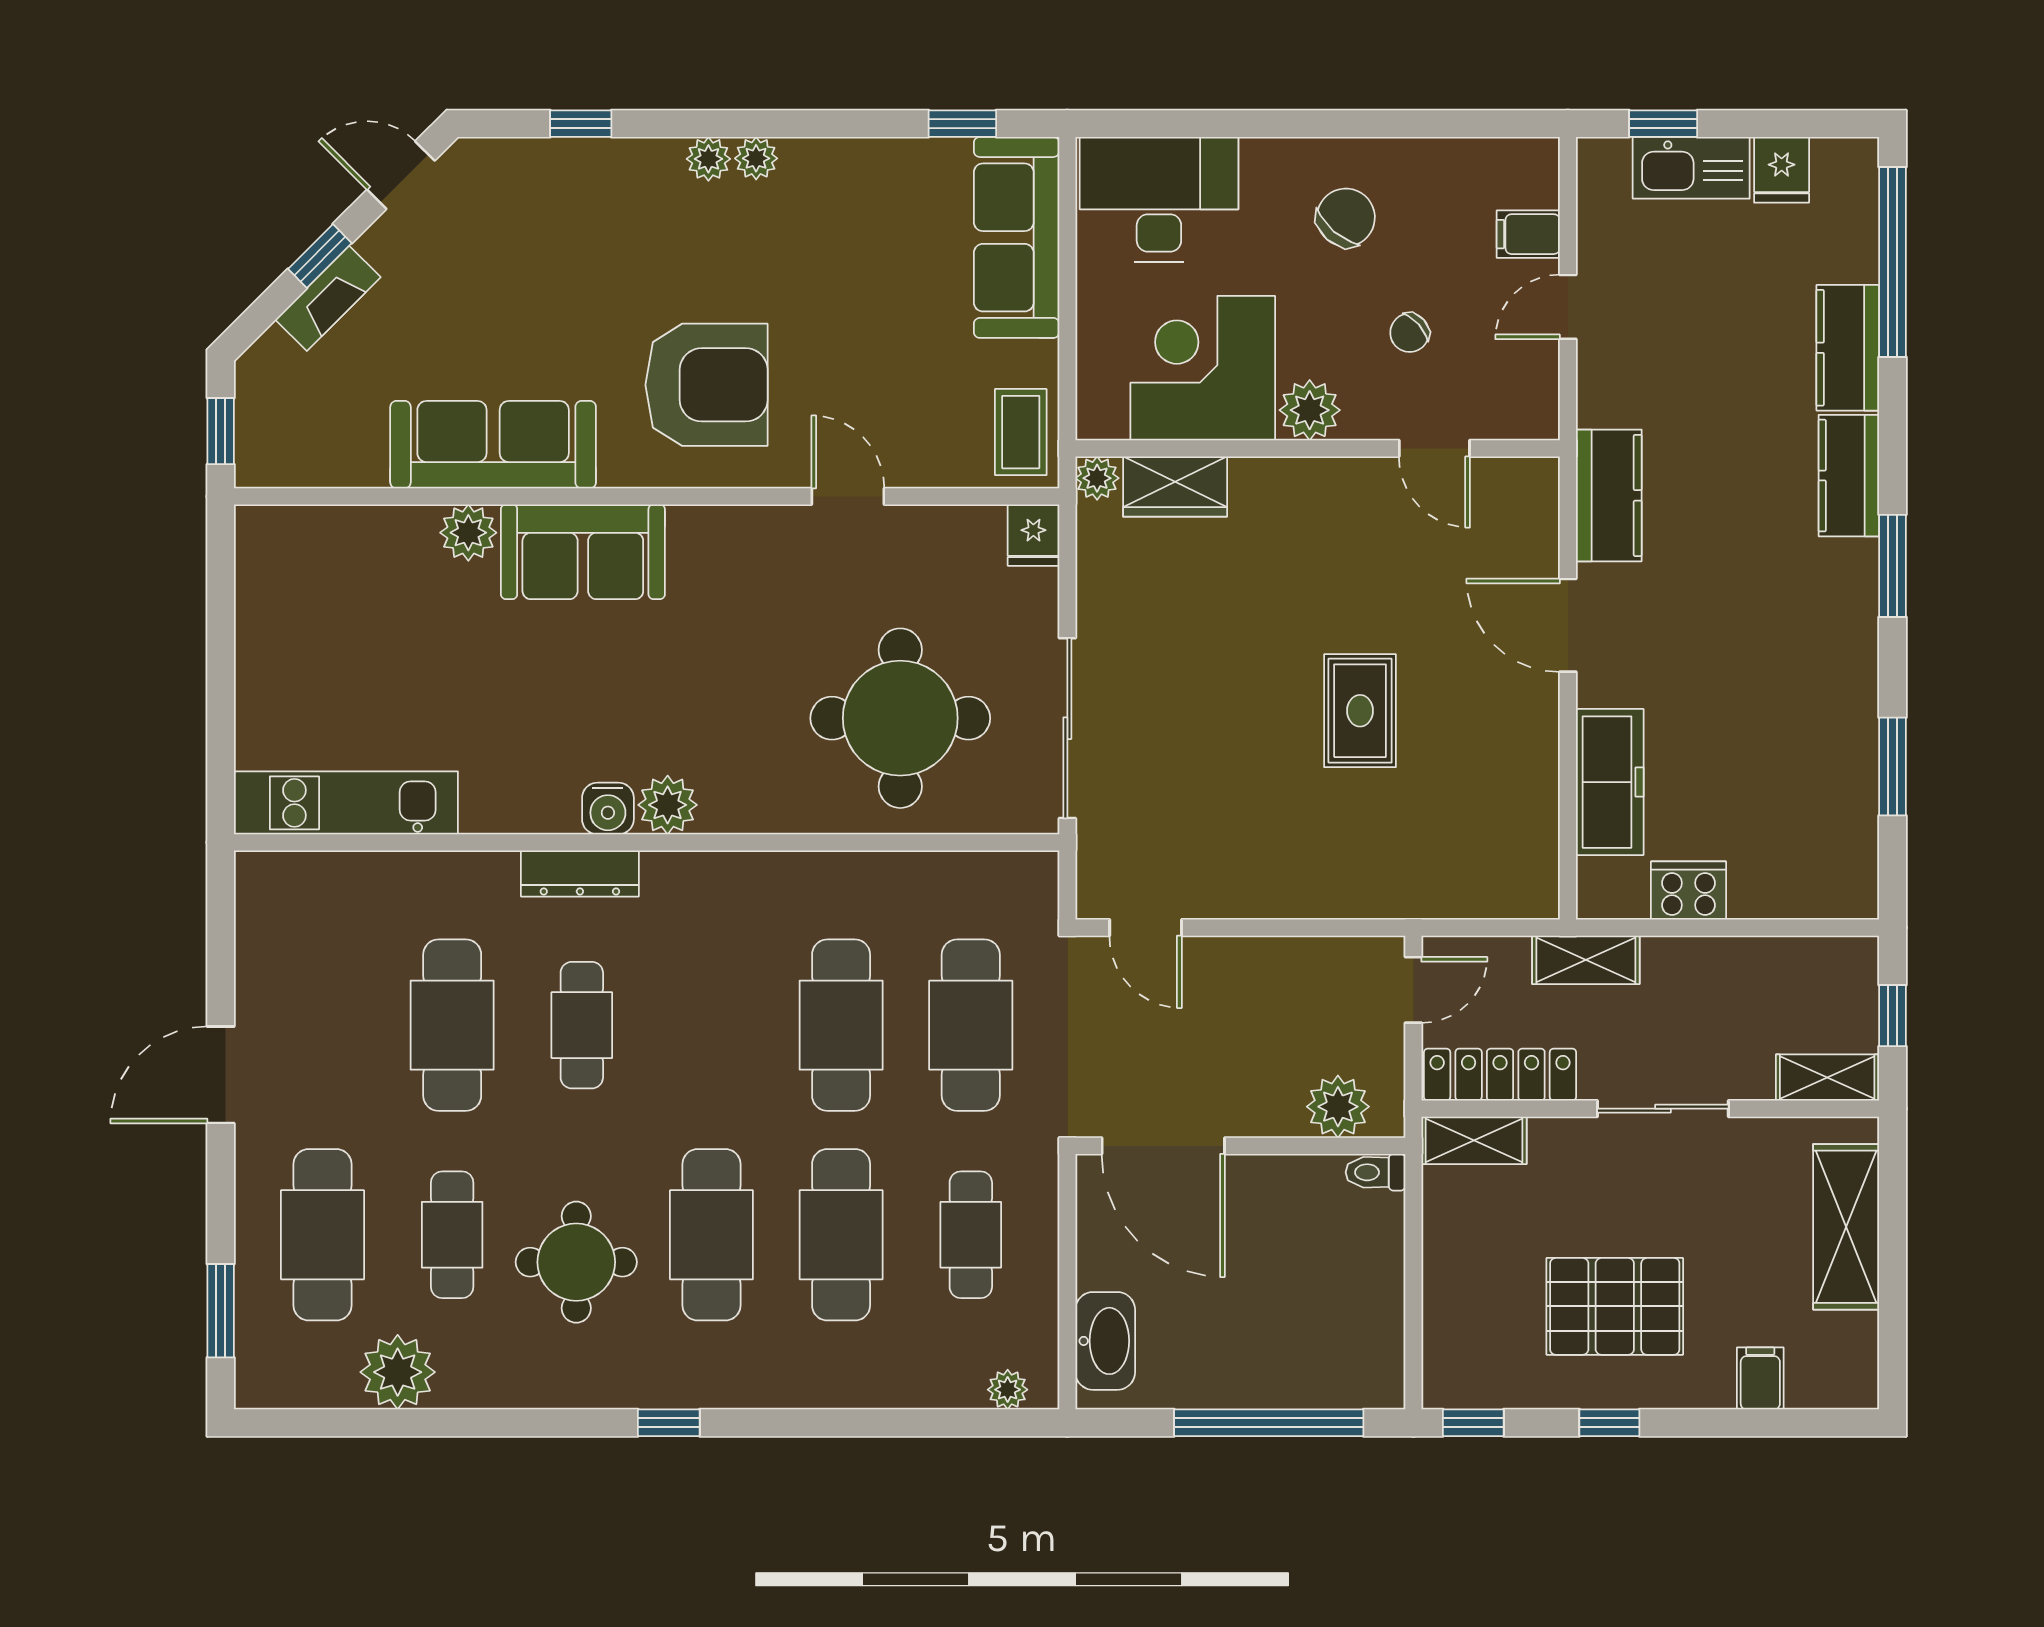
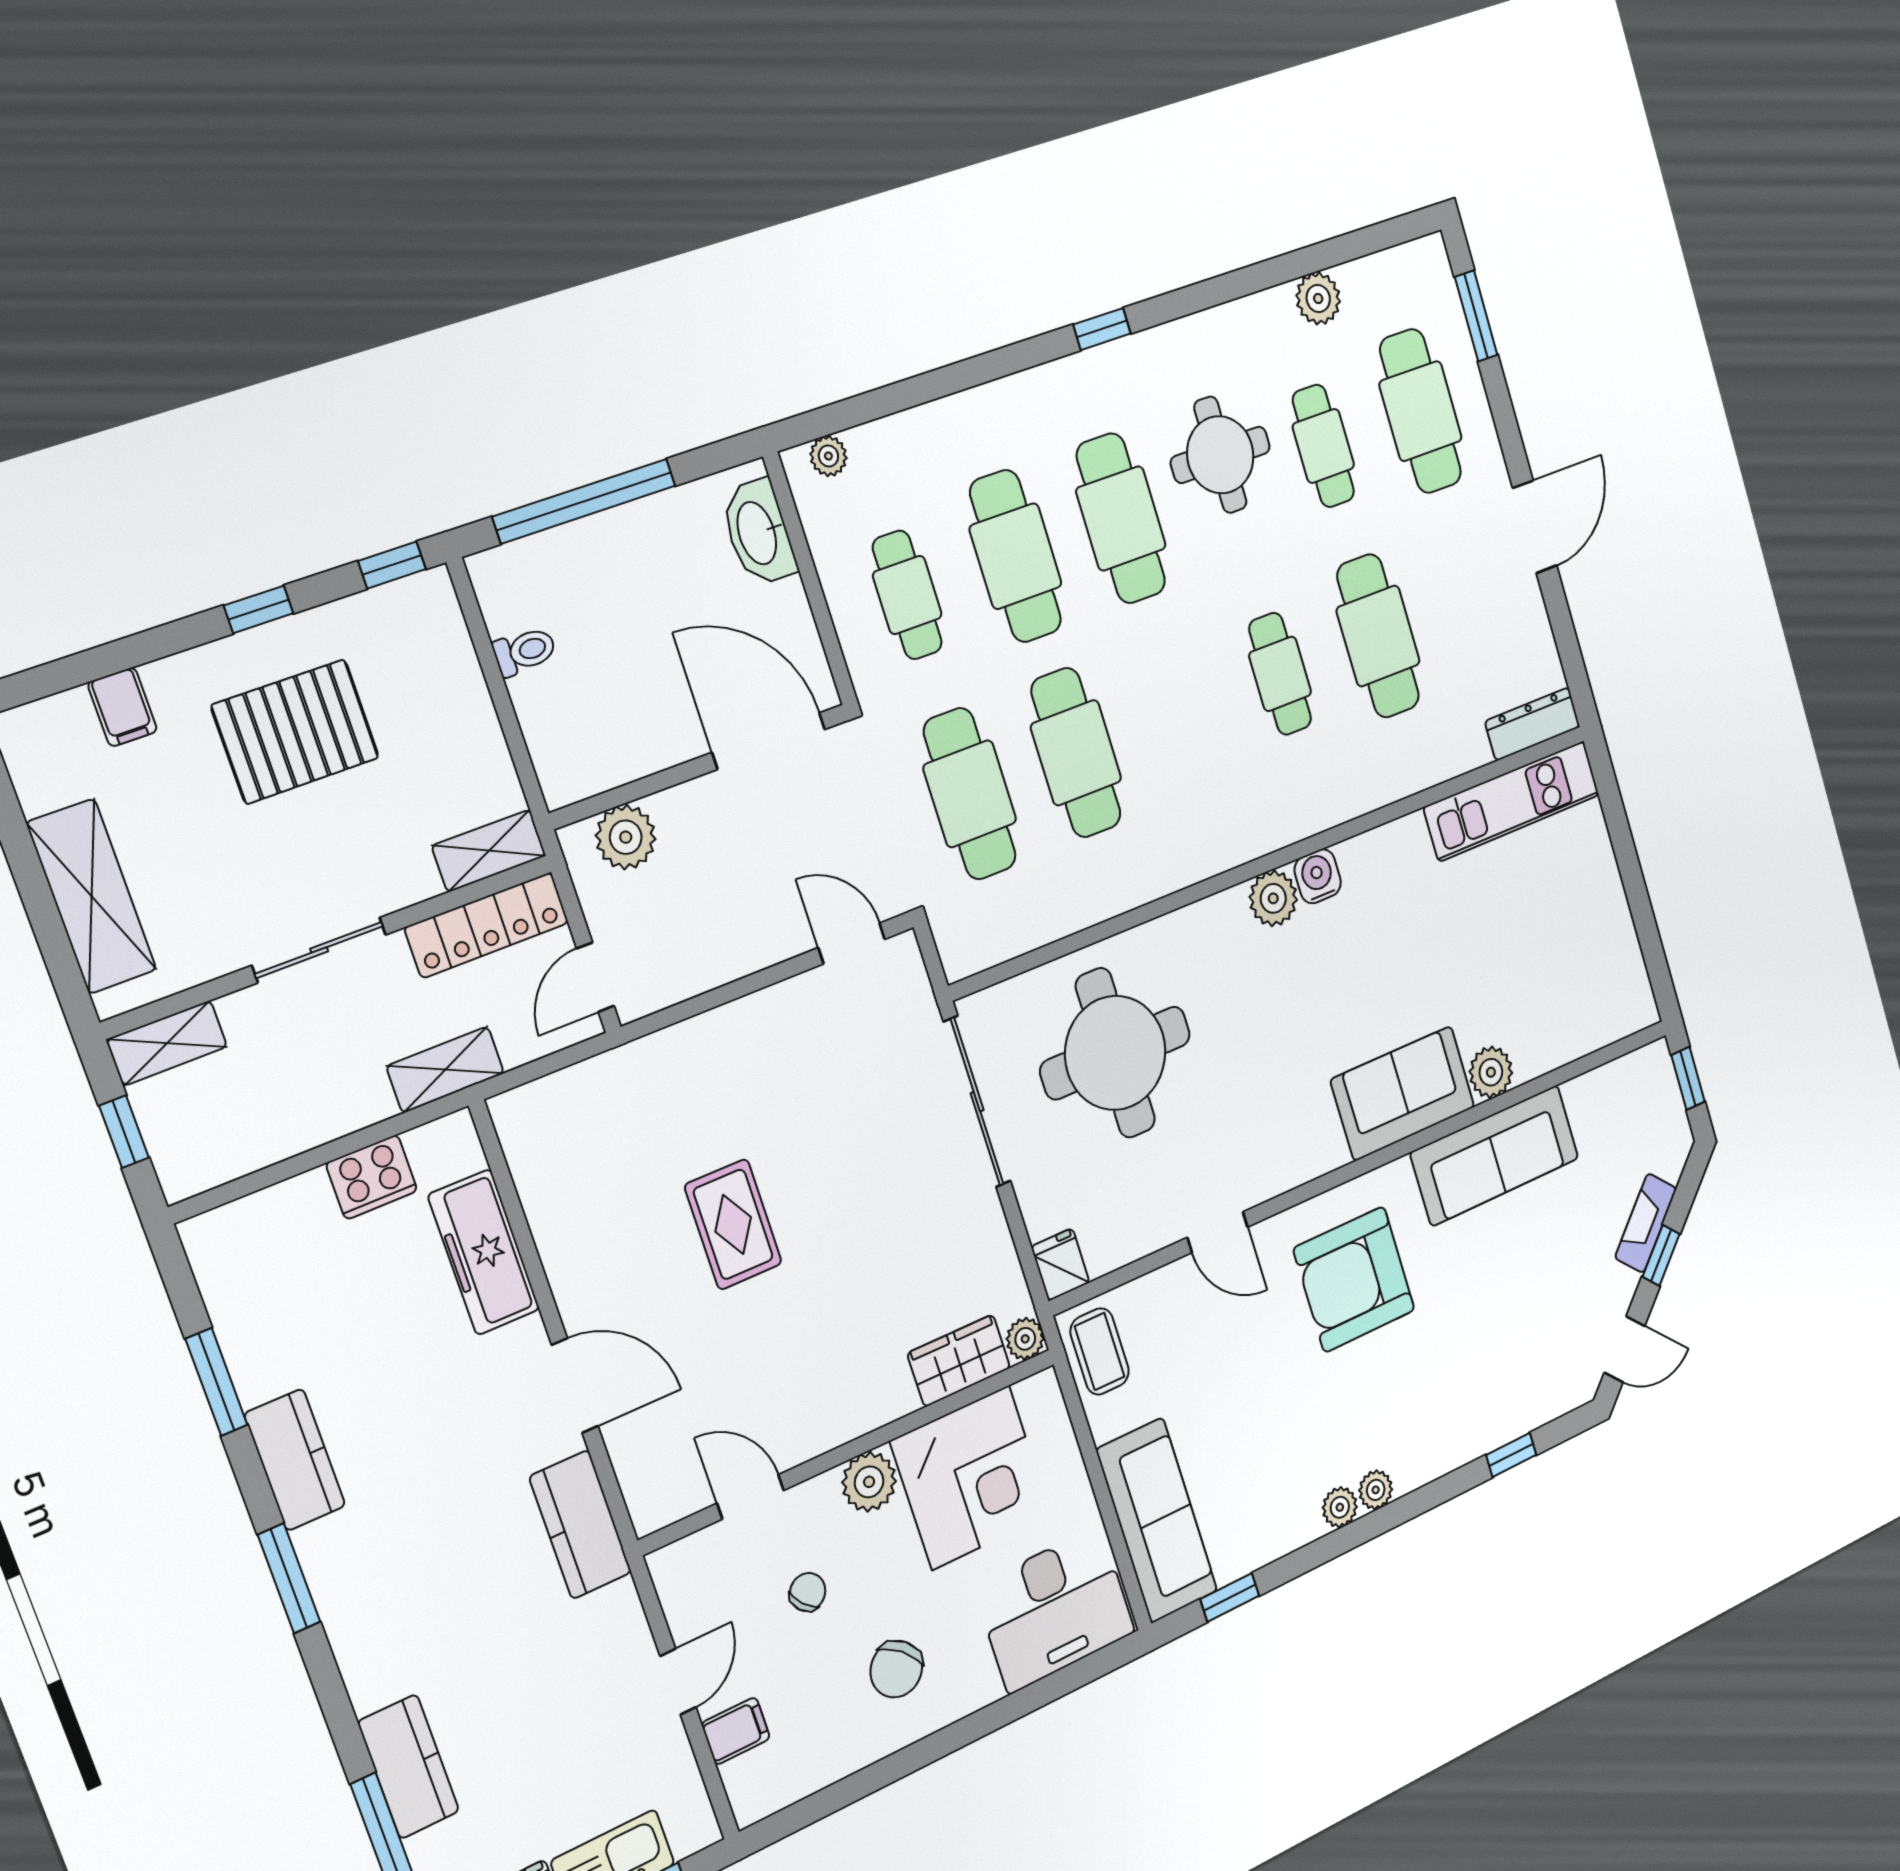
plant: (708, 159) -> (1340, 1507), moved
kitchen counter: (1849, 476) -> (295, 1460), moved
dresser: (580, 873) -> (1533, 724), moved
toilet: (1375, 1172) -> (525, 651), moved
plant: (398, 1372) -> (1318, 298), width x0.73, depth x0.73

